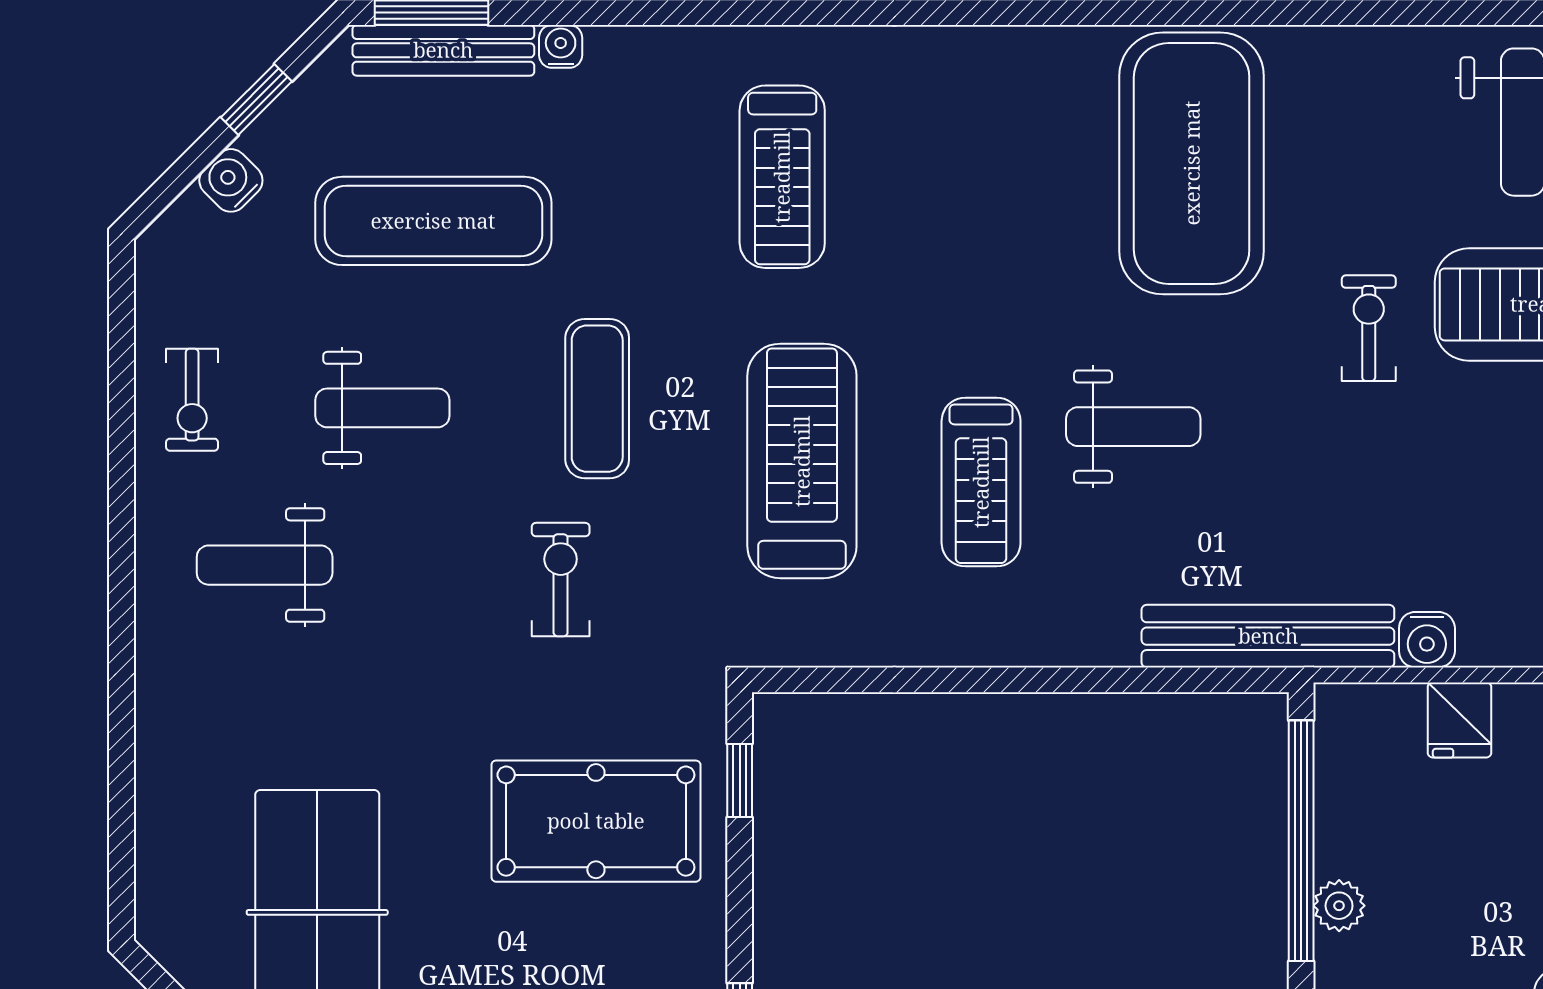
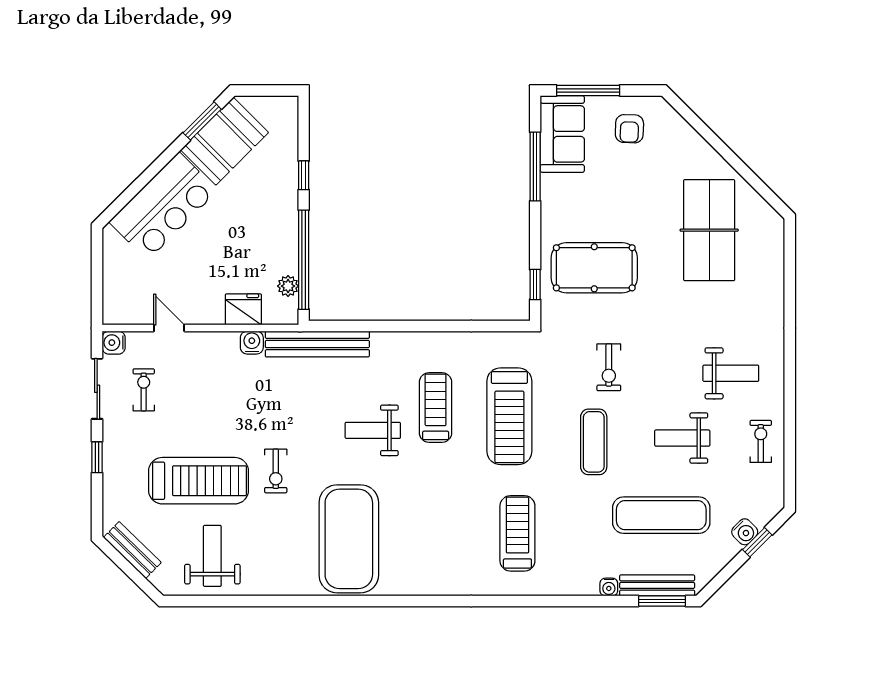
window: (256, 99) -> (757, 542), moved
fridge: (1460, 720) -> (243, 309), width x1.38
plant: (1339, 906) -> (288, 286), moved

